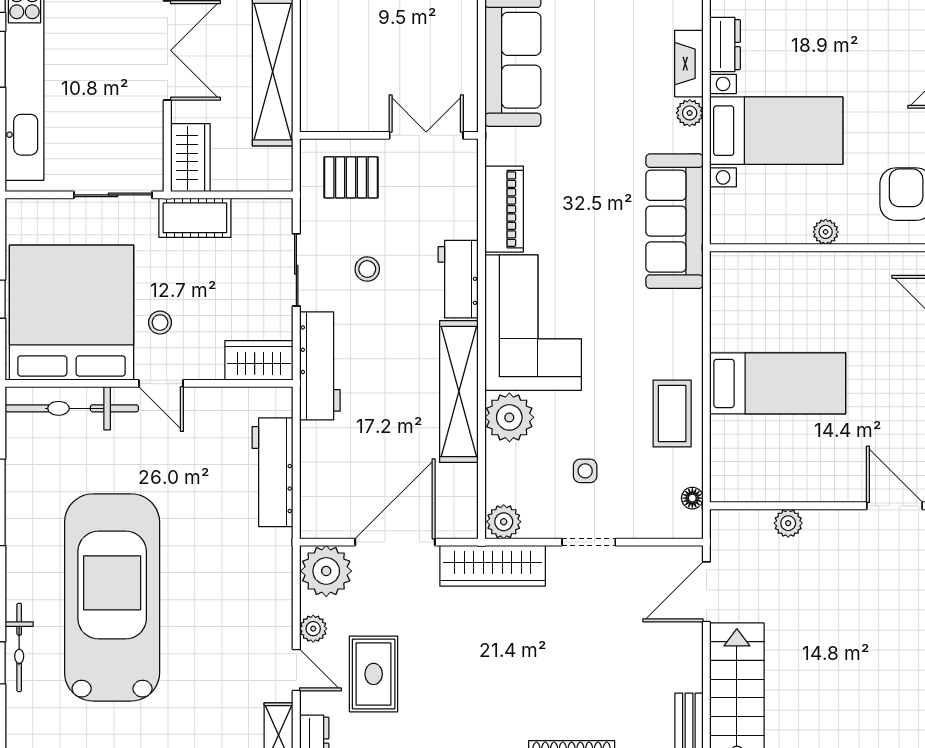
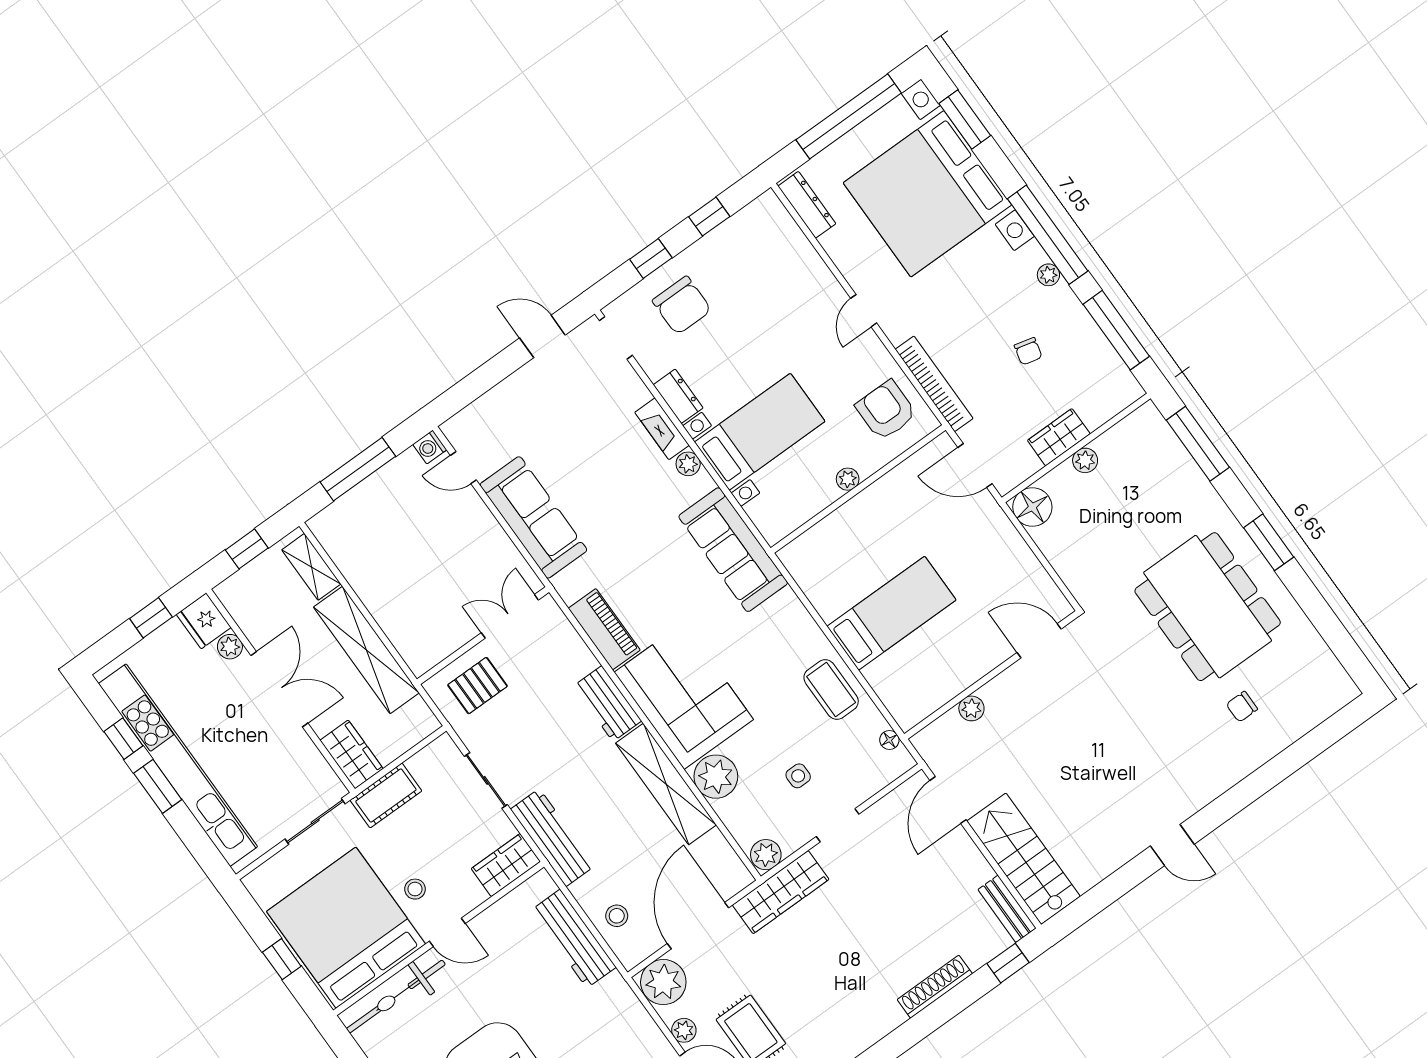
stool: (367, 269) -> (617, 916), moved

